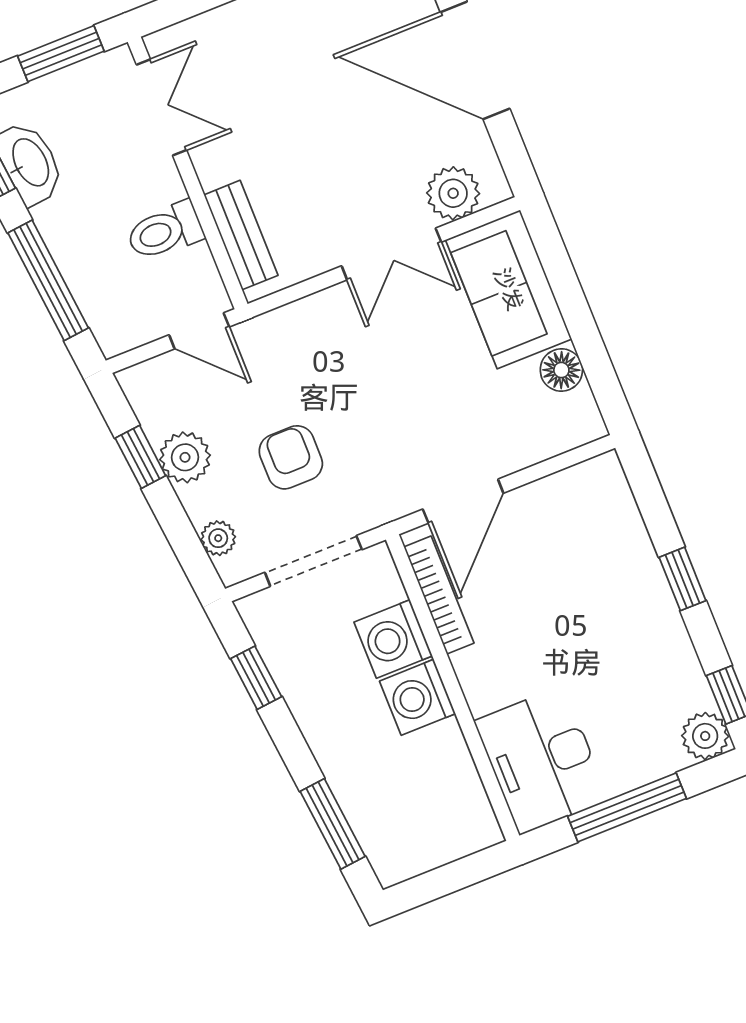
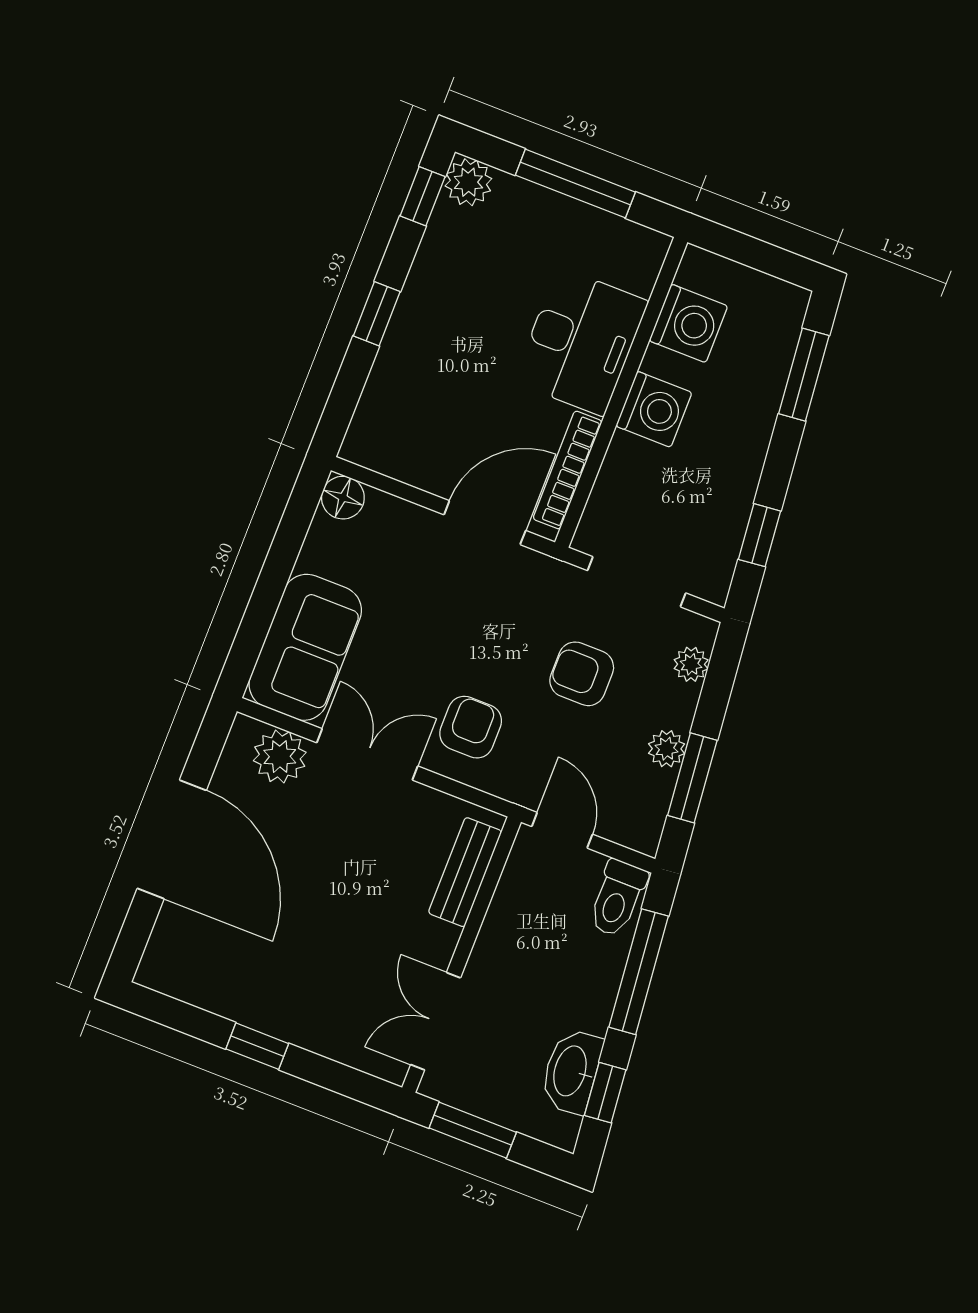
toilet: (165, 231) -> (617, 898), moved, turned 90
armchair: (335, 344) -> (471, 727), added
floor lamp: (561, 370) -> (343, 498), moved
window: (140, 457) -> (692, 778), width x1.50
plant: (185, 457) -> (667, 749), width x0.73, depth x0.73
armchair: (291, 457) -> (582, 674), turned 90
washing machine: (393, 639) -> (688, 323), moved
desk: (541, 760) -> (581, 342), moved

